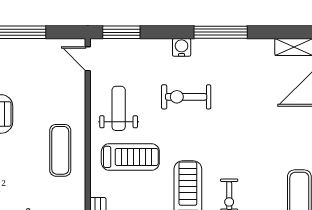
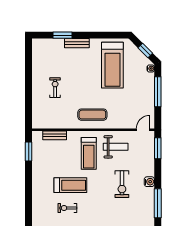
exercise bike: (186, 97) -> (122, 184), turned 180

